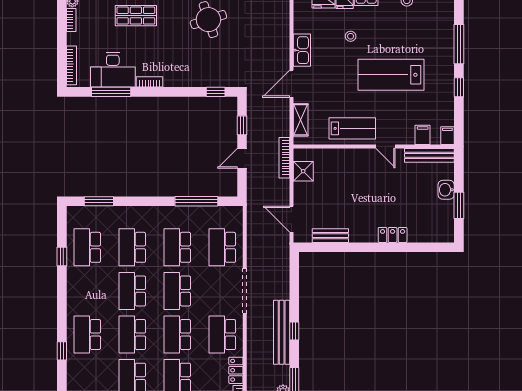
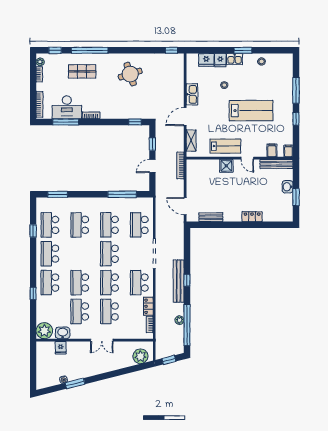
lab bench: (391, 75) -> (251, 111), turned 180
shower: (303, 171) -> (226, 166), moved
school desk: (132, 291) -> (50, 254), moved

